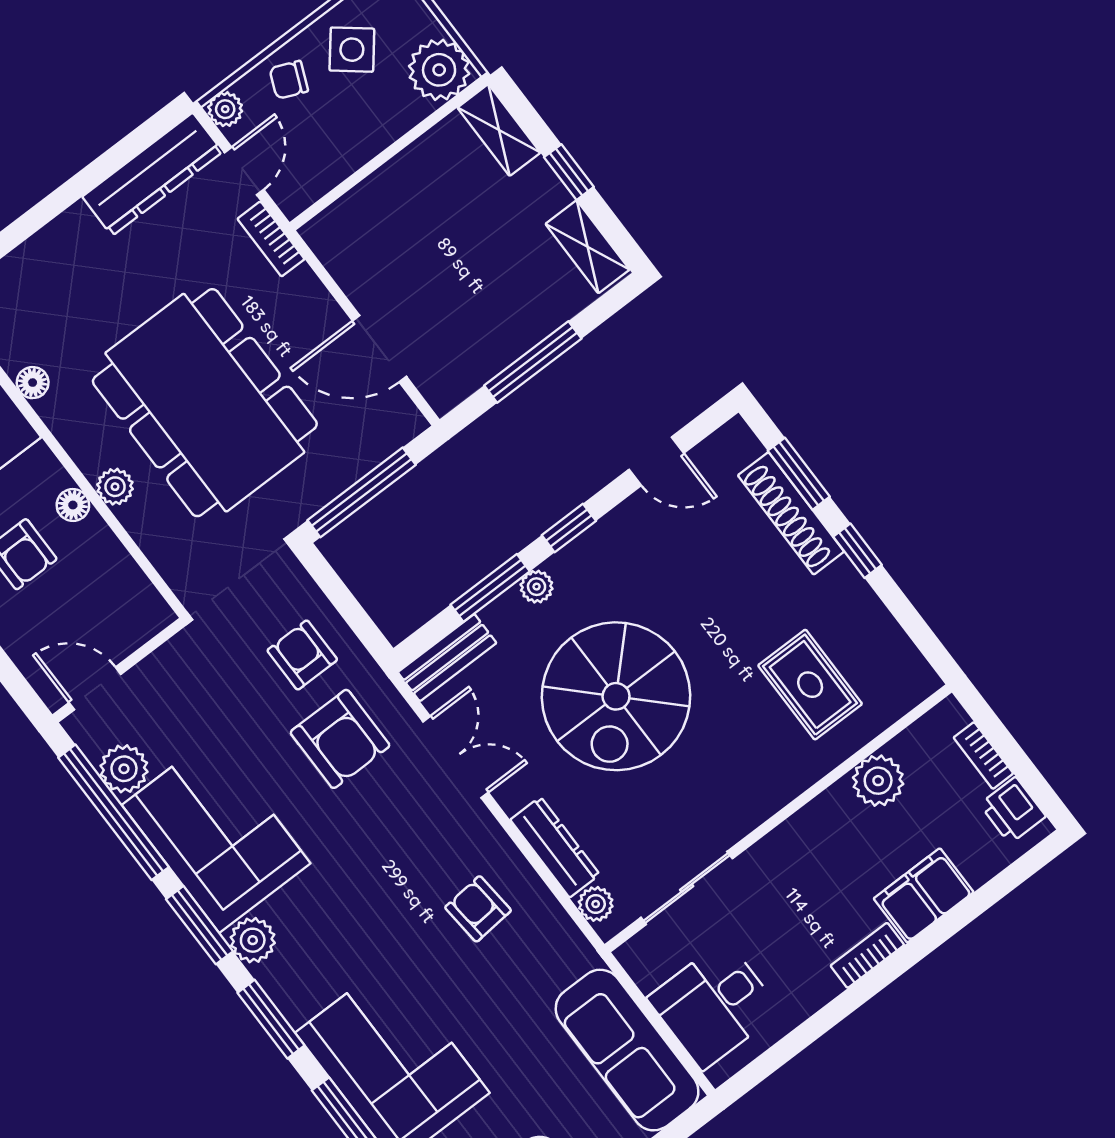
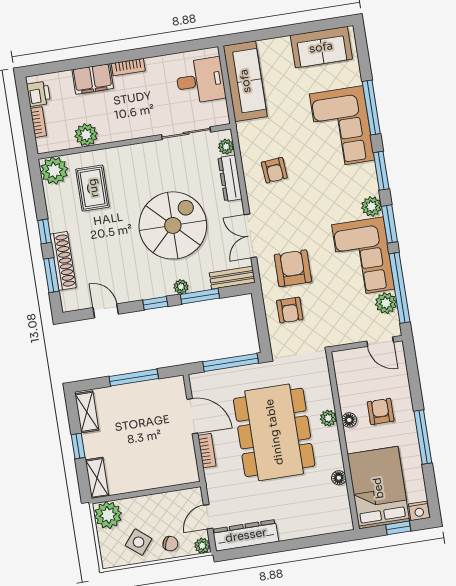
bookcase: (271, 239) -> (207, 451), moved
plant: (902, 678) -> (54, 171), added

